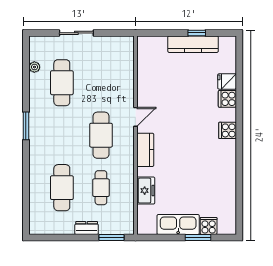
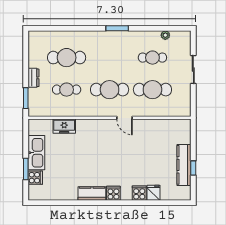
cafe table: (62, 83) -> (152, 58), width x0.73, depth x0.74
cafe table: (101, 83) -> (152, 90), added
kitchen counter: (145, 150) -> (92, 194), moved, turned 180

